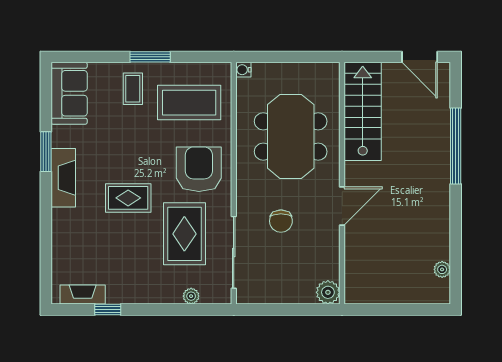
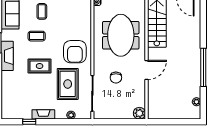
coffee table: (189, 103) -> (37, 36), moved, width x0.54, depth x0.58
window: (456, 146) -> (203, 67), moved
armchair: (199, 169) -> (75, 52), turned 180
fireplace: (83, 295) -> (43, 114), moved

